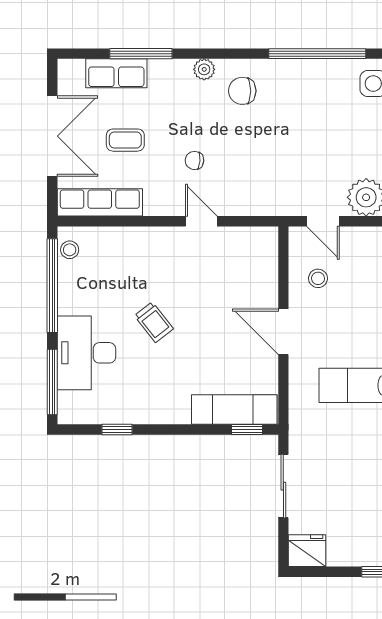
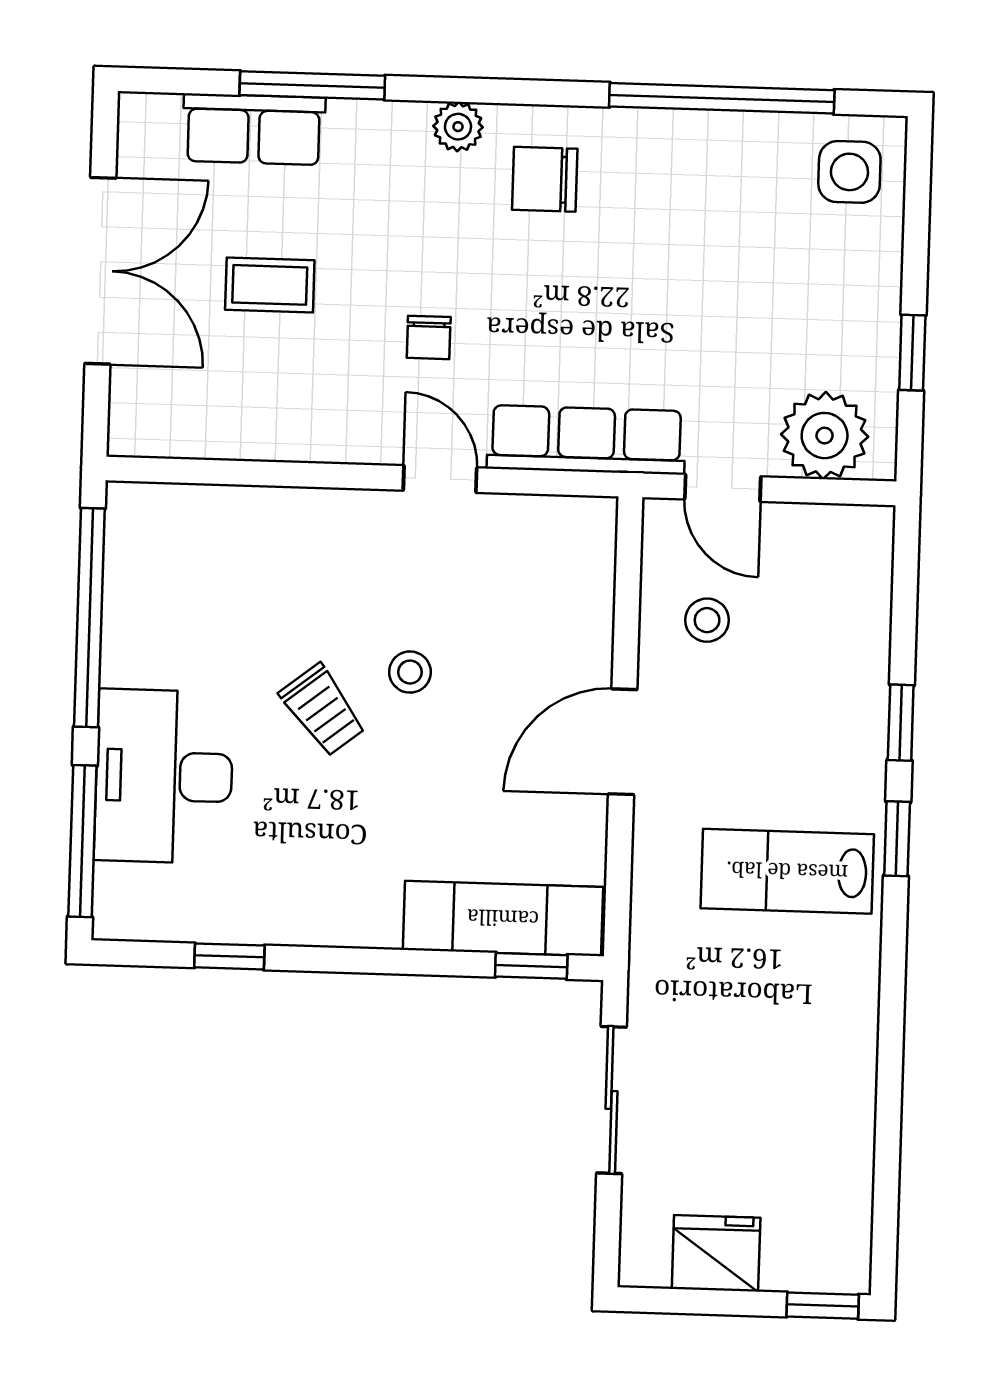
chair: (194, 160) -> (429, 337), turned -95
row of seats: (100, 202) -> (586, 440), moved
stool: (70, 250) -> (410, 672), moved
door: (283, 332) -> (623, 742), hinge flipped
fridge: (307, 551) -> (716, 1253), moved

